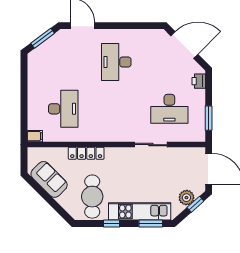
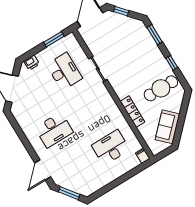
plant: (186, 198) -> (120, 20), removed
kitchen unit: (140, 211) -> (151, 48), removed

